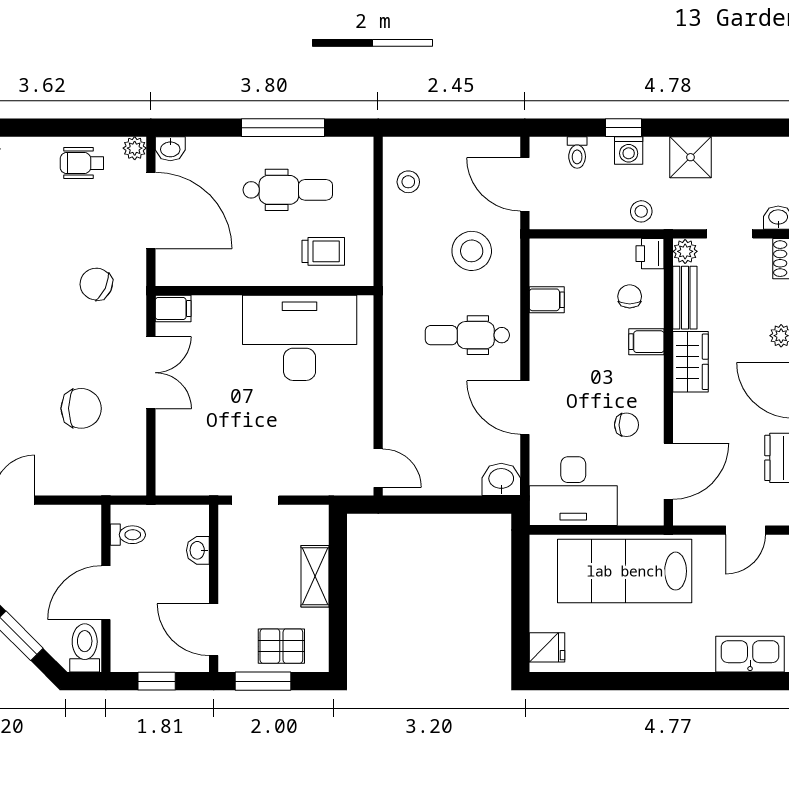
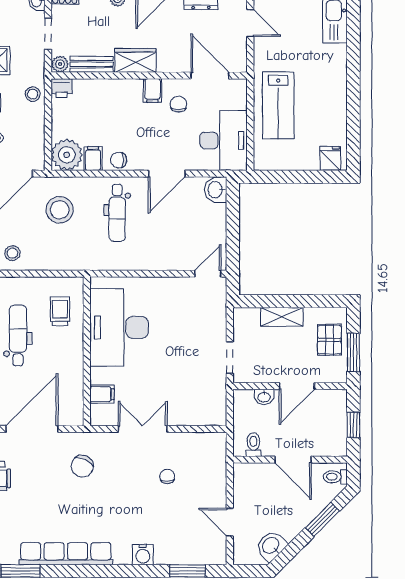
plant: (552, 261) -> (67, 155), added
chair: (630, 296) -> (119, 160), moved
filing cabinet: (173, 309) -> (102, 394), moved, turned 90
filing cabinet: (646, 342) -> (153, 91), moved
chair: (81, 408) -> (167, 476), width x0.54, depth x0.54
lab bench: (625, 571) -> (278, 105), width x0.73, depth x0.72
door: (214, 630) -> (297, 386), moved
toilet: (85, 648) -> (335, 477), width x0.73, depth x0.72

